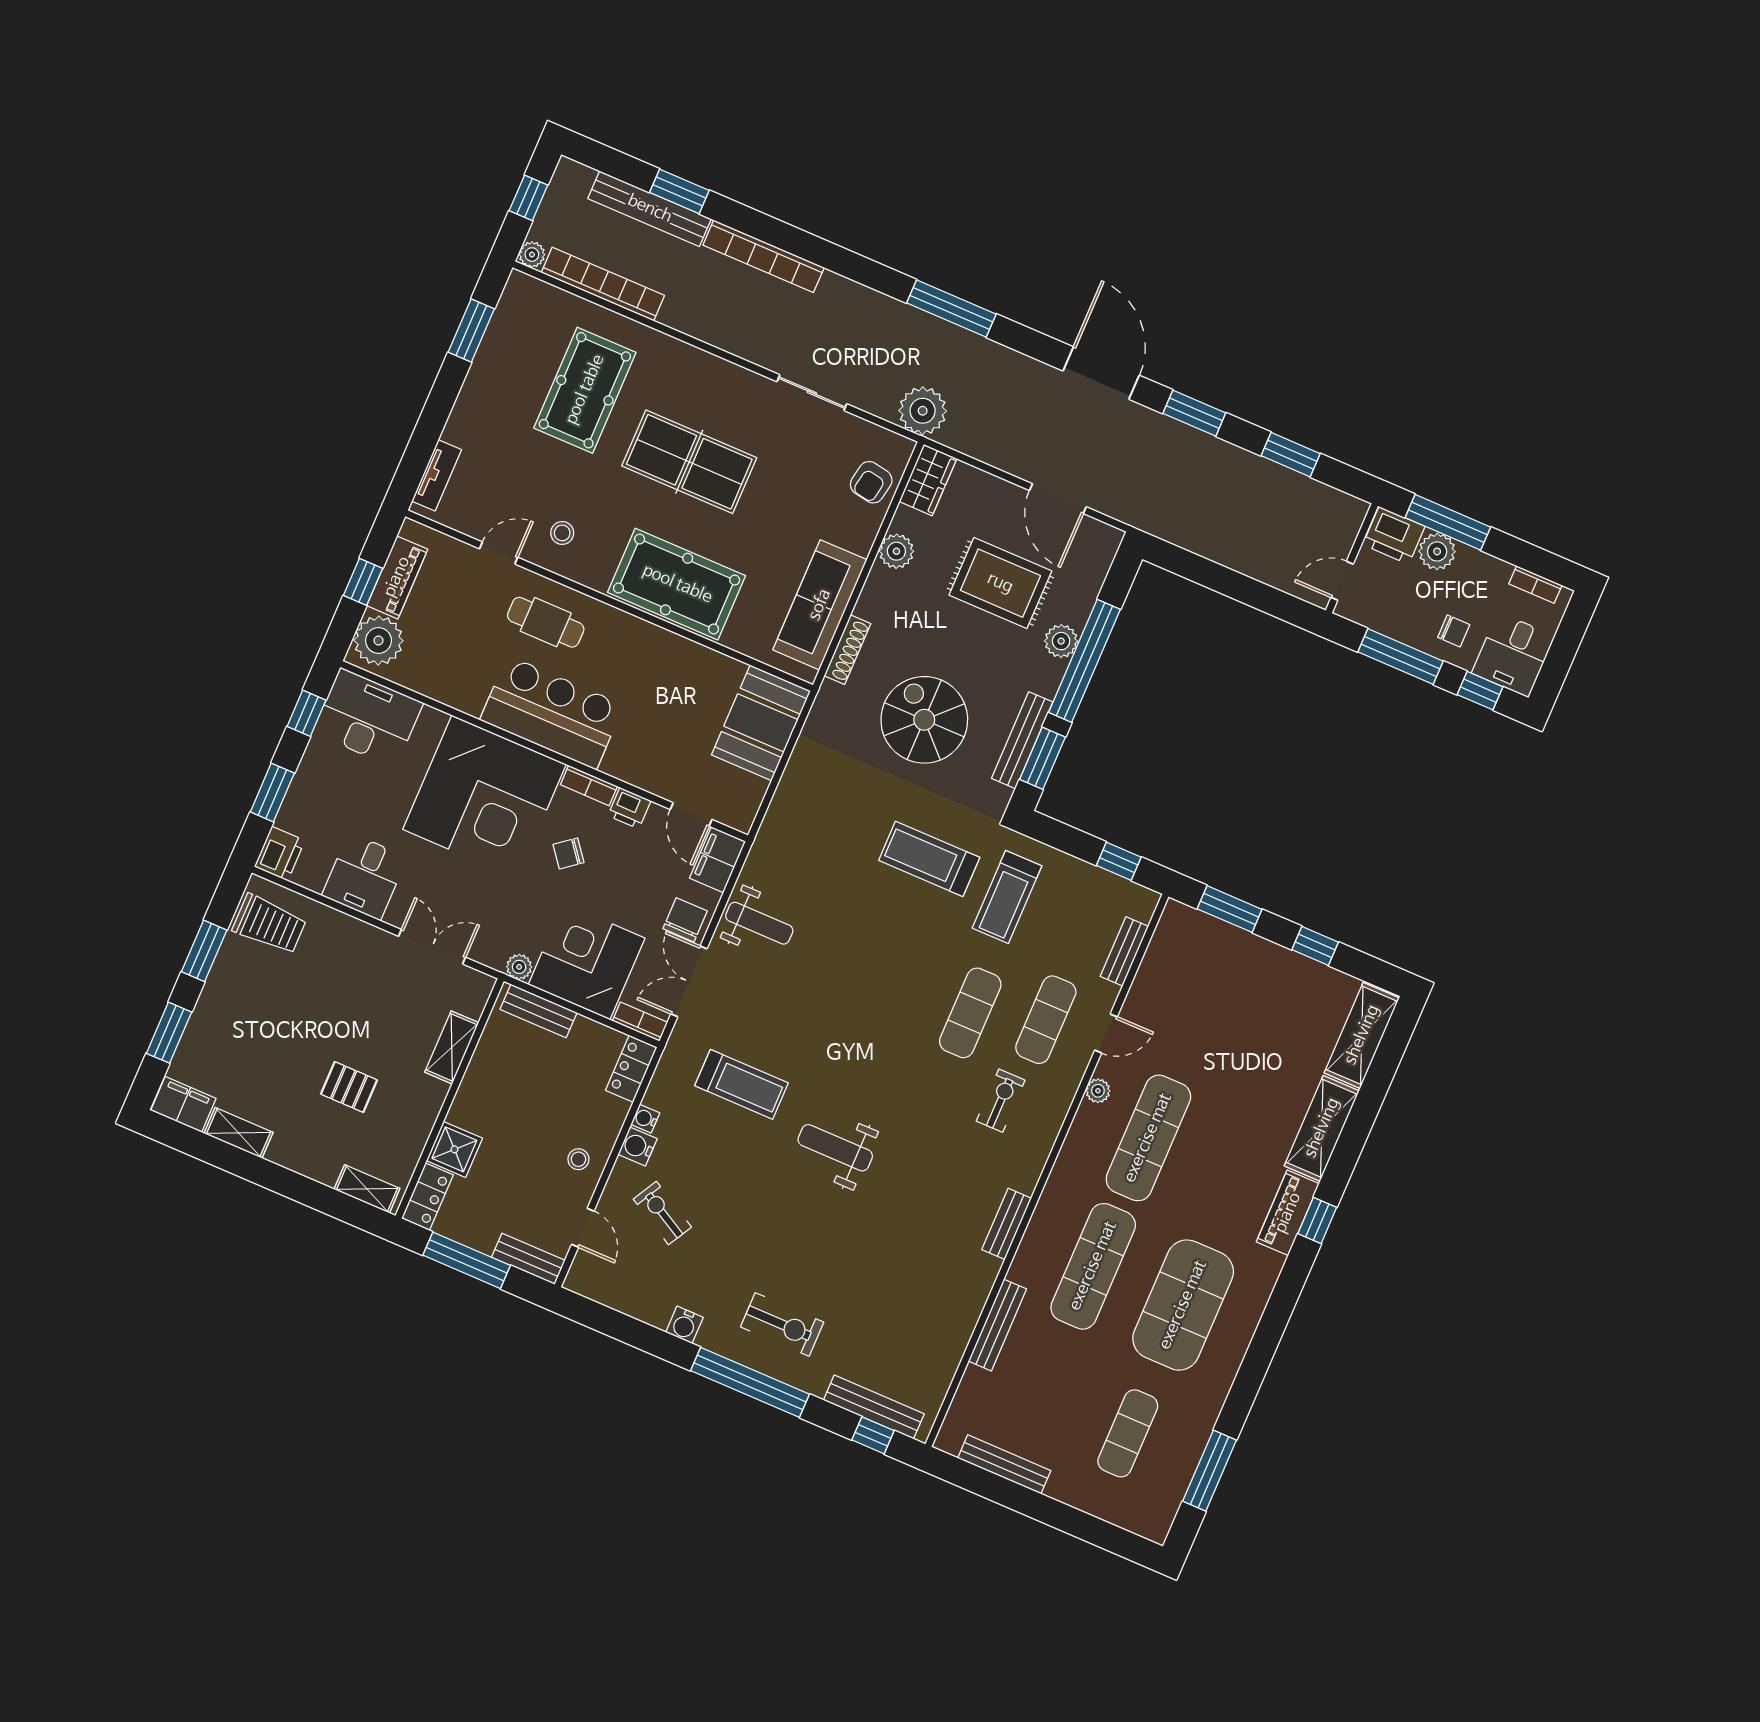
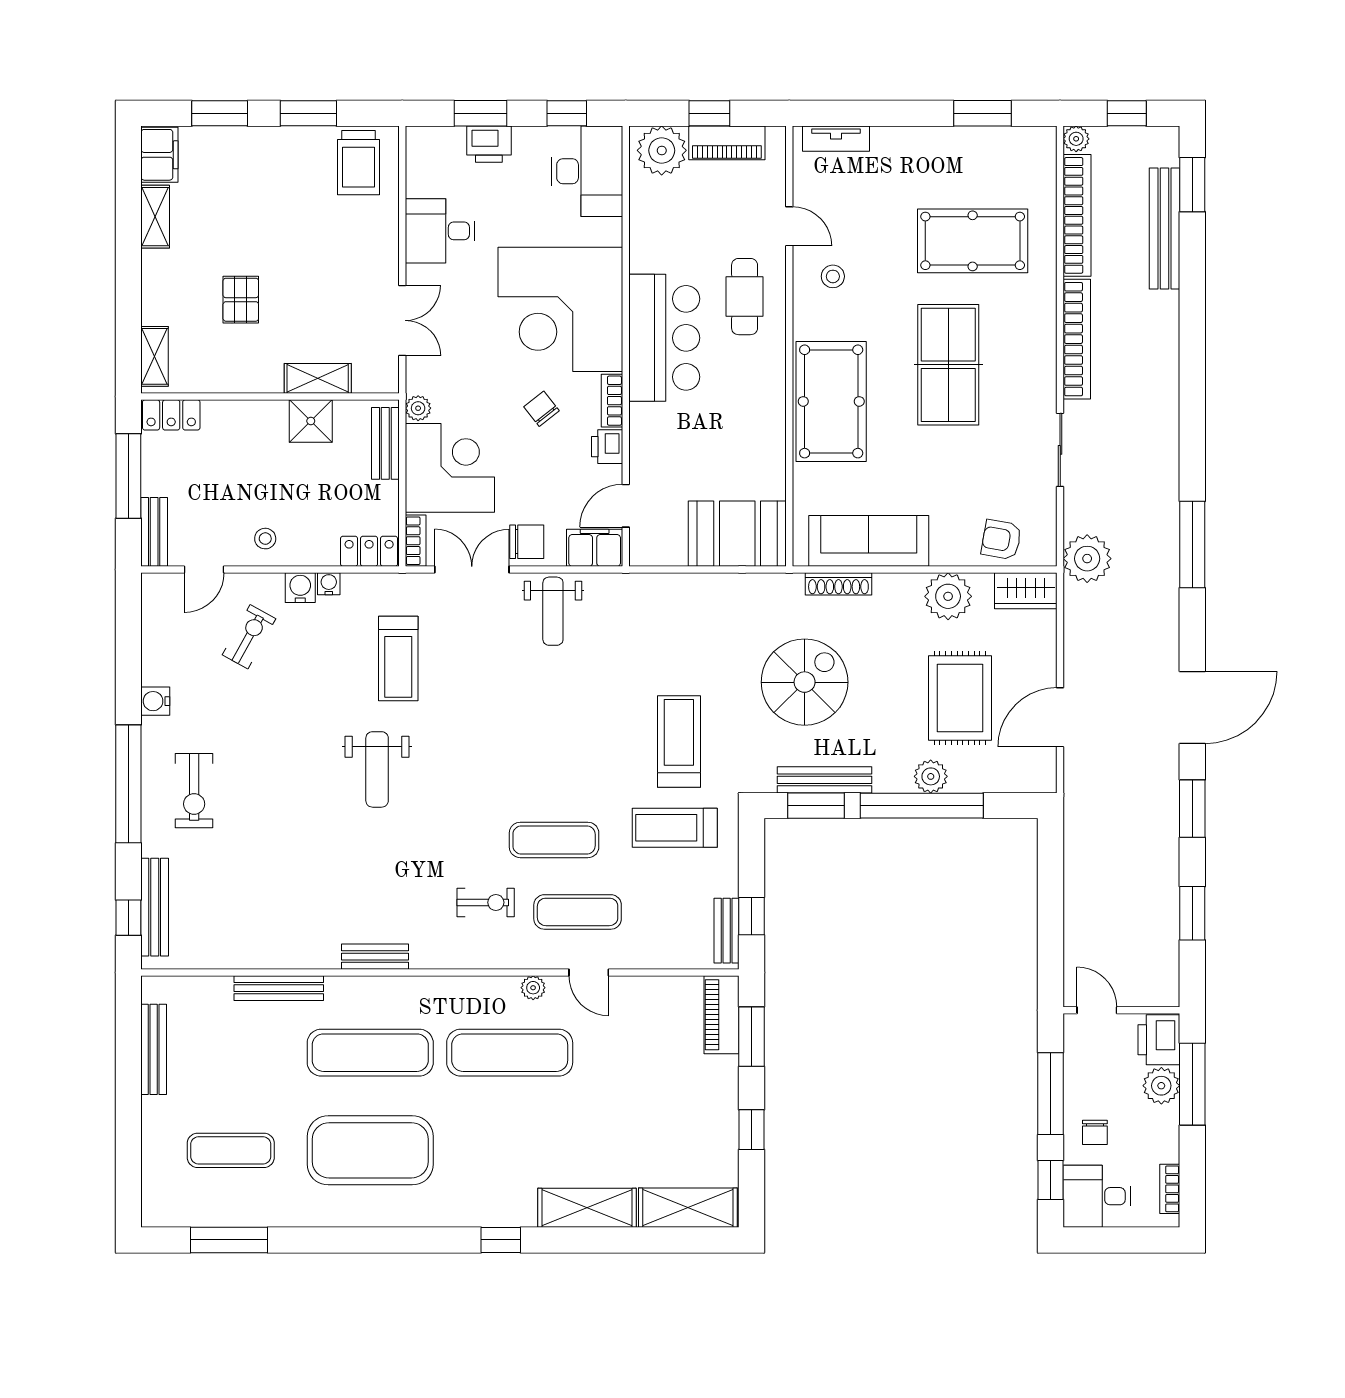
window: (679, 191) -> (1192, 185), moved
bookcase: (764, 256) -> (1077, 339), moved, turned 180
plant: (896, 551) -> (948, 596), width x1.36, depth x1.36
printer: (280, 854) -> (489, 144), moved
bench: (1124, 951) -> (727, 931), moved, turned 90
weight bench: (835, 1148) -> (377, 769), turned 180
shower: (454, 1149) -> (311, 421), moved
piano: (1288, 1213) -> (721, 1015), moved, turned -90

